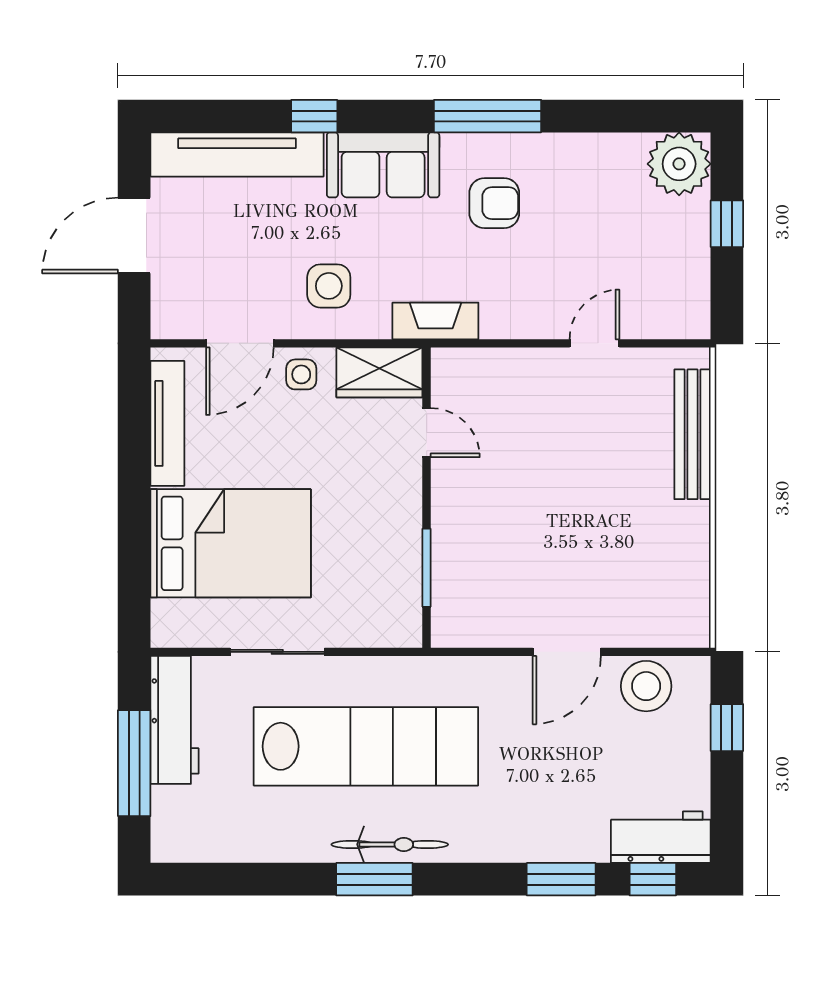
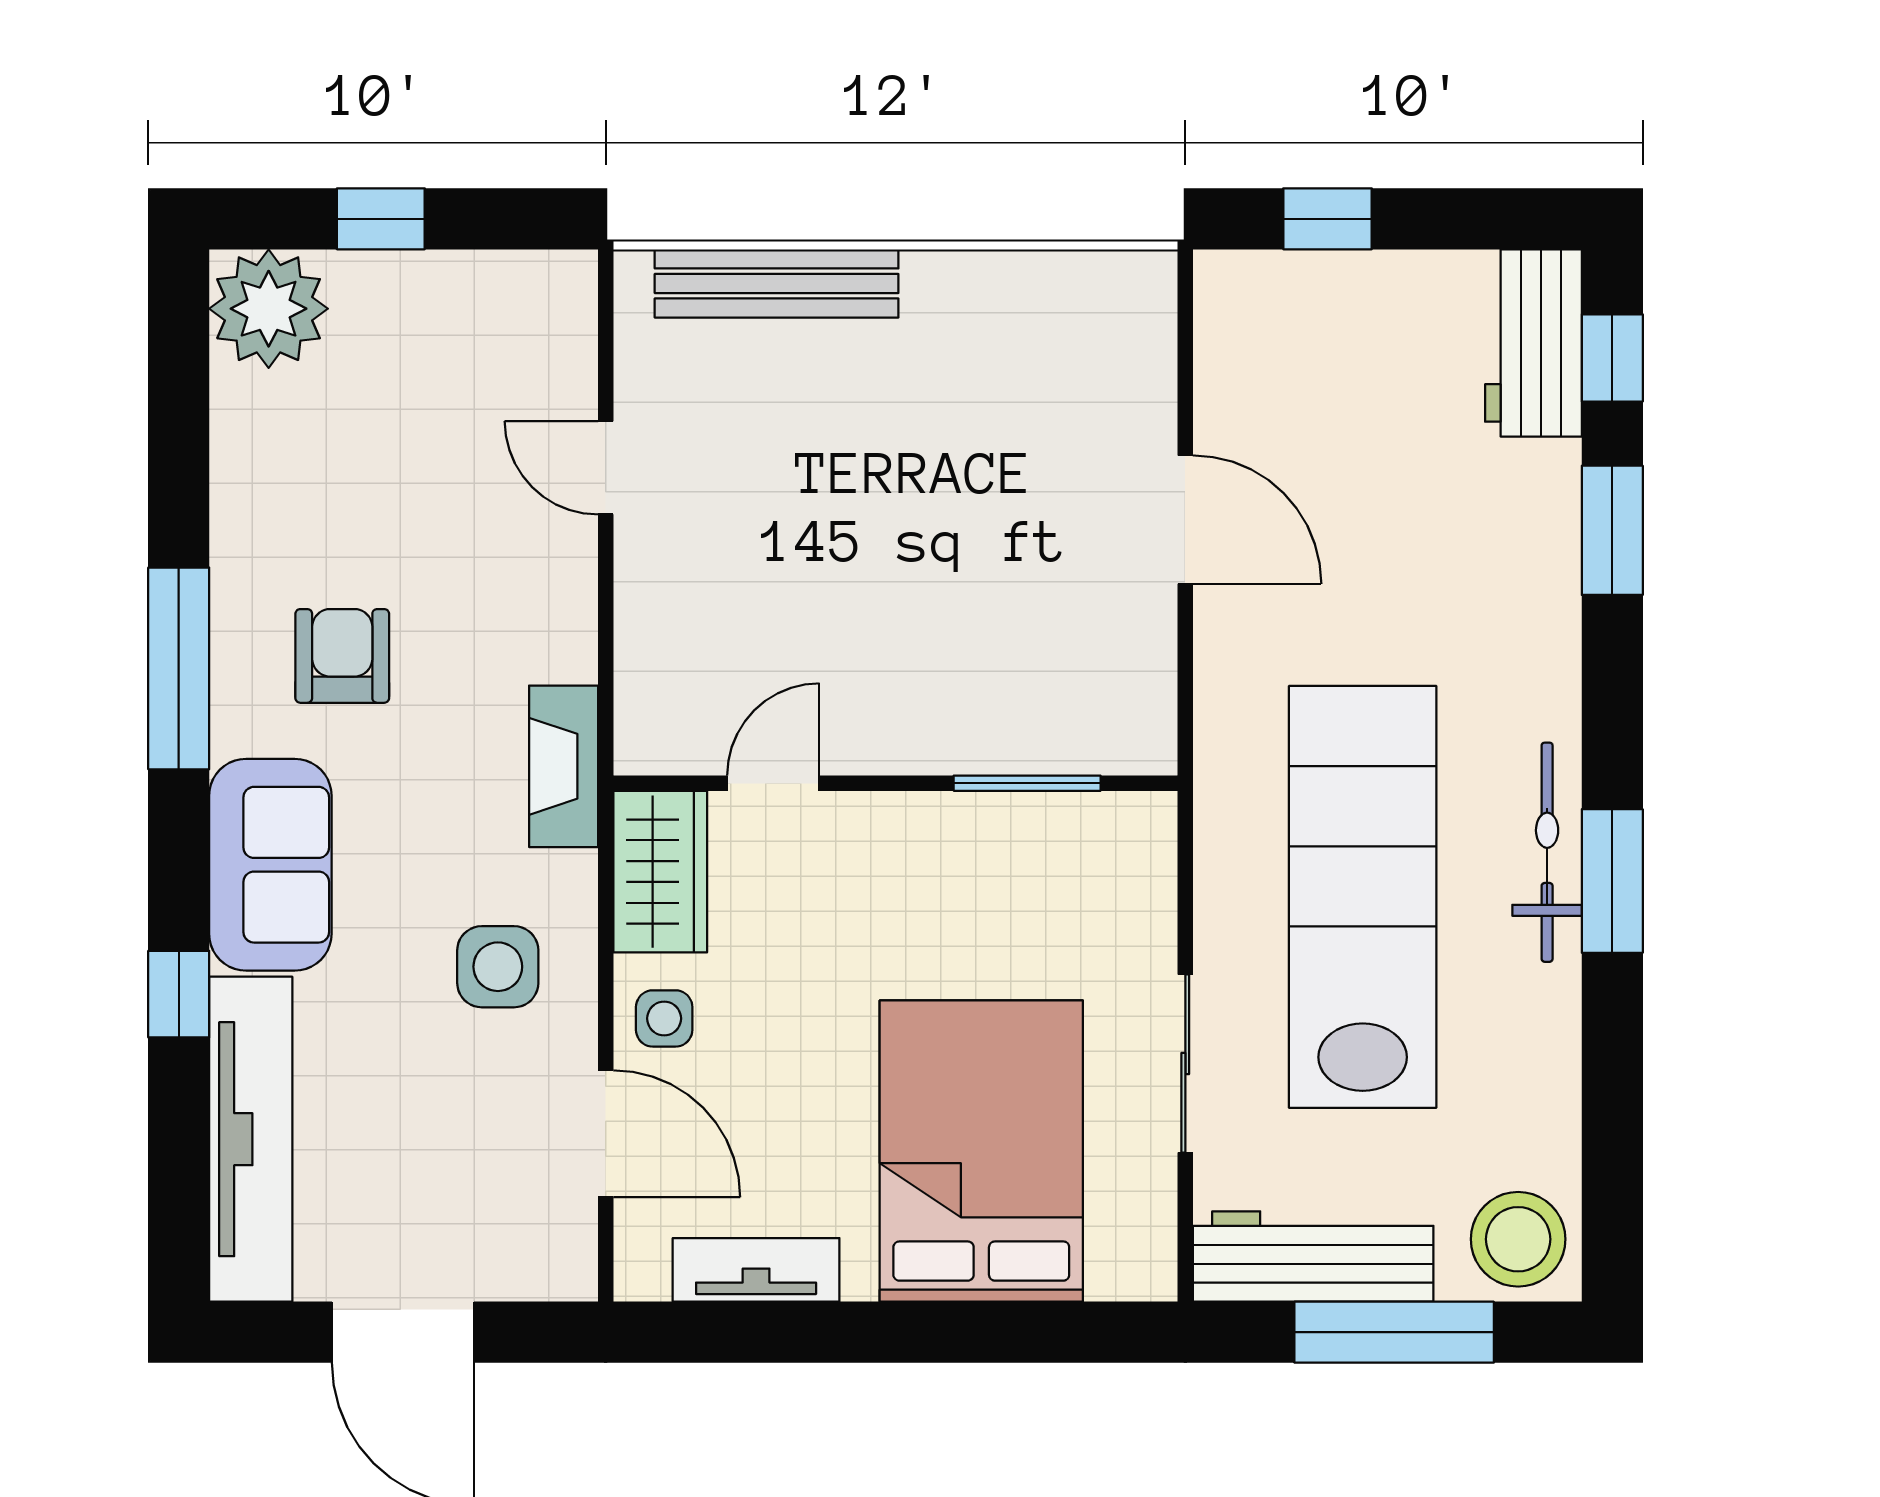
tv unit: (167, 423) -> (756, 1270), width x0.71
stool: (646, 686) -> (1518, 1239), moved

